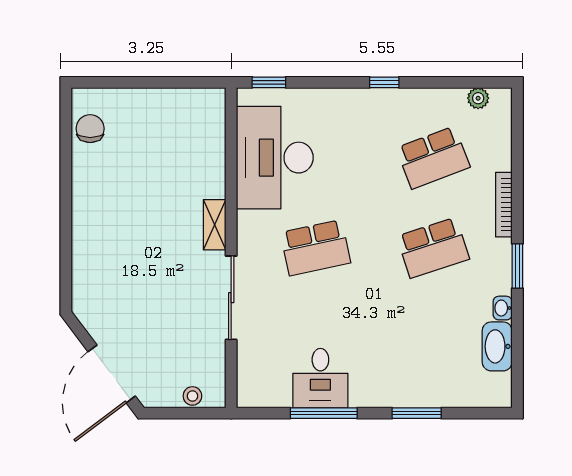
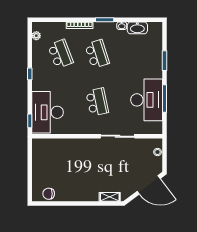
desk: (275, 158) -> (48, 112), moved, turned 90
shelving: (215, 225) -> (110, 197), moved
desk: (320, 378) -> (147, 100), width x1.87, depth x1.30

